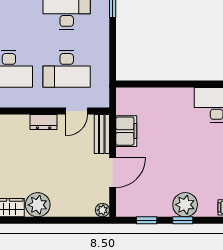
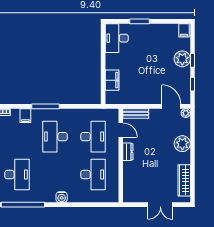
filing cabinet: (126, 131) -> (112, 80), moved, turned 90
door: (113, 173) -> (171, 106), moved
plant: (38, 205) -> (182, 144), moved

